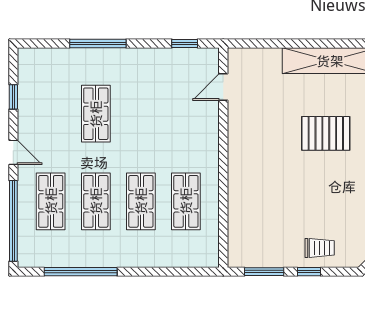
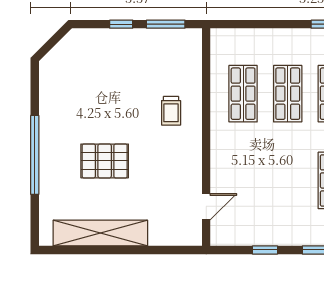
window: (185, 43) -> (265, 250), moved
trolley: (320, 248) -> (171, 111), moved, turned -90

